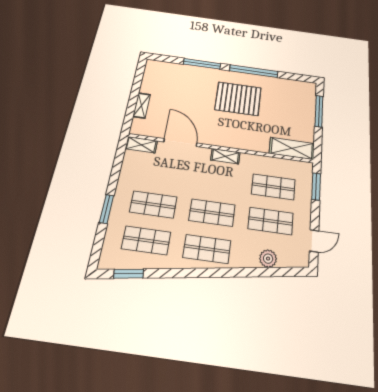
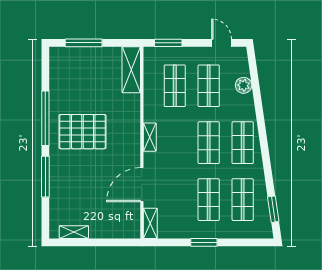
pallet: (238, 99) -> (82, 132), turned 90
shelving: (142, 105) -> (74, 232), moved
window: (107, 209) -> (204, 242), moved

